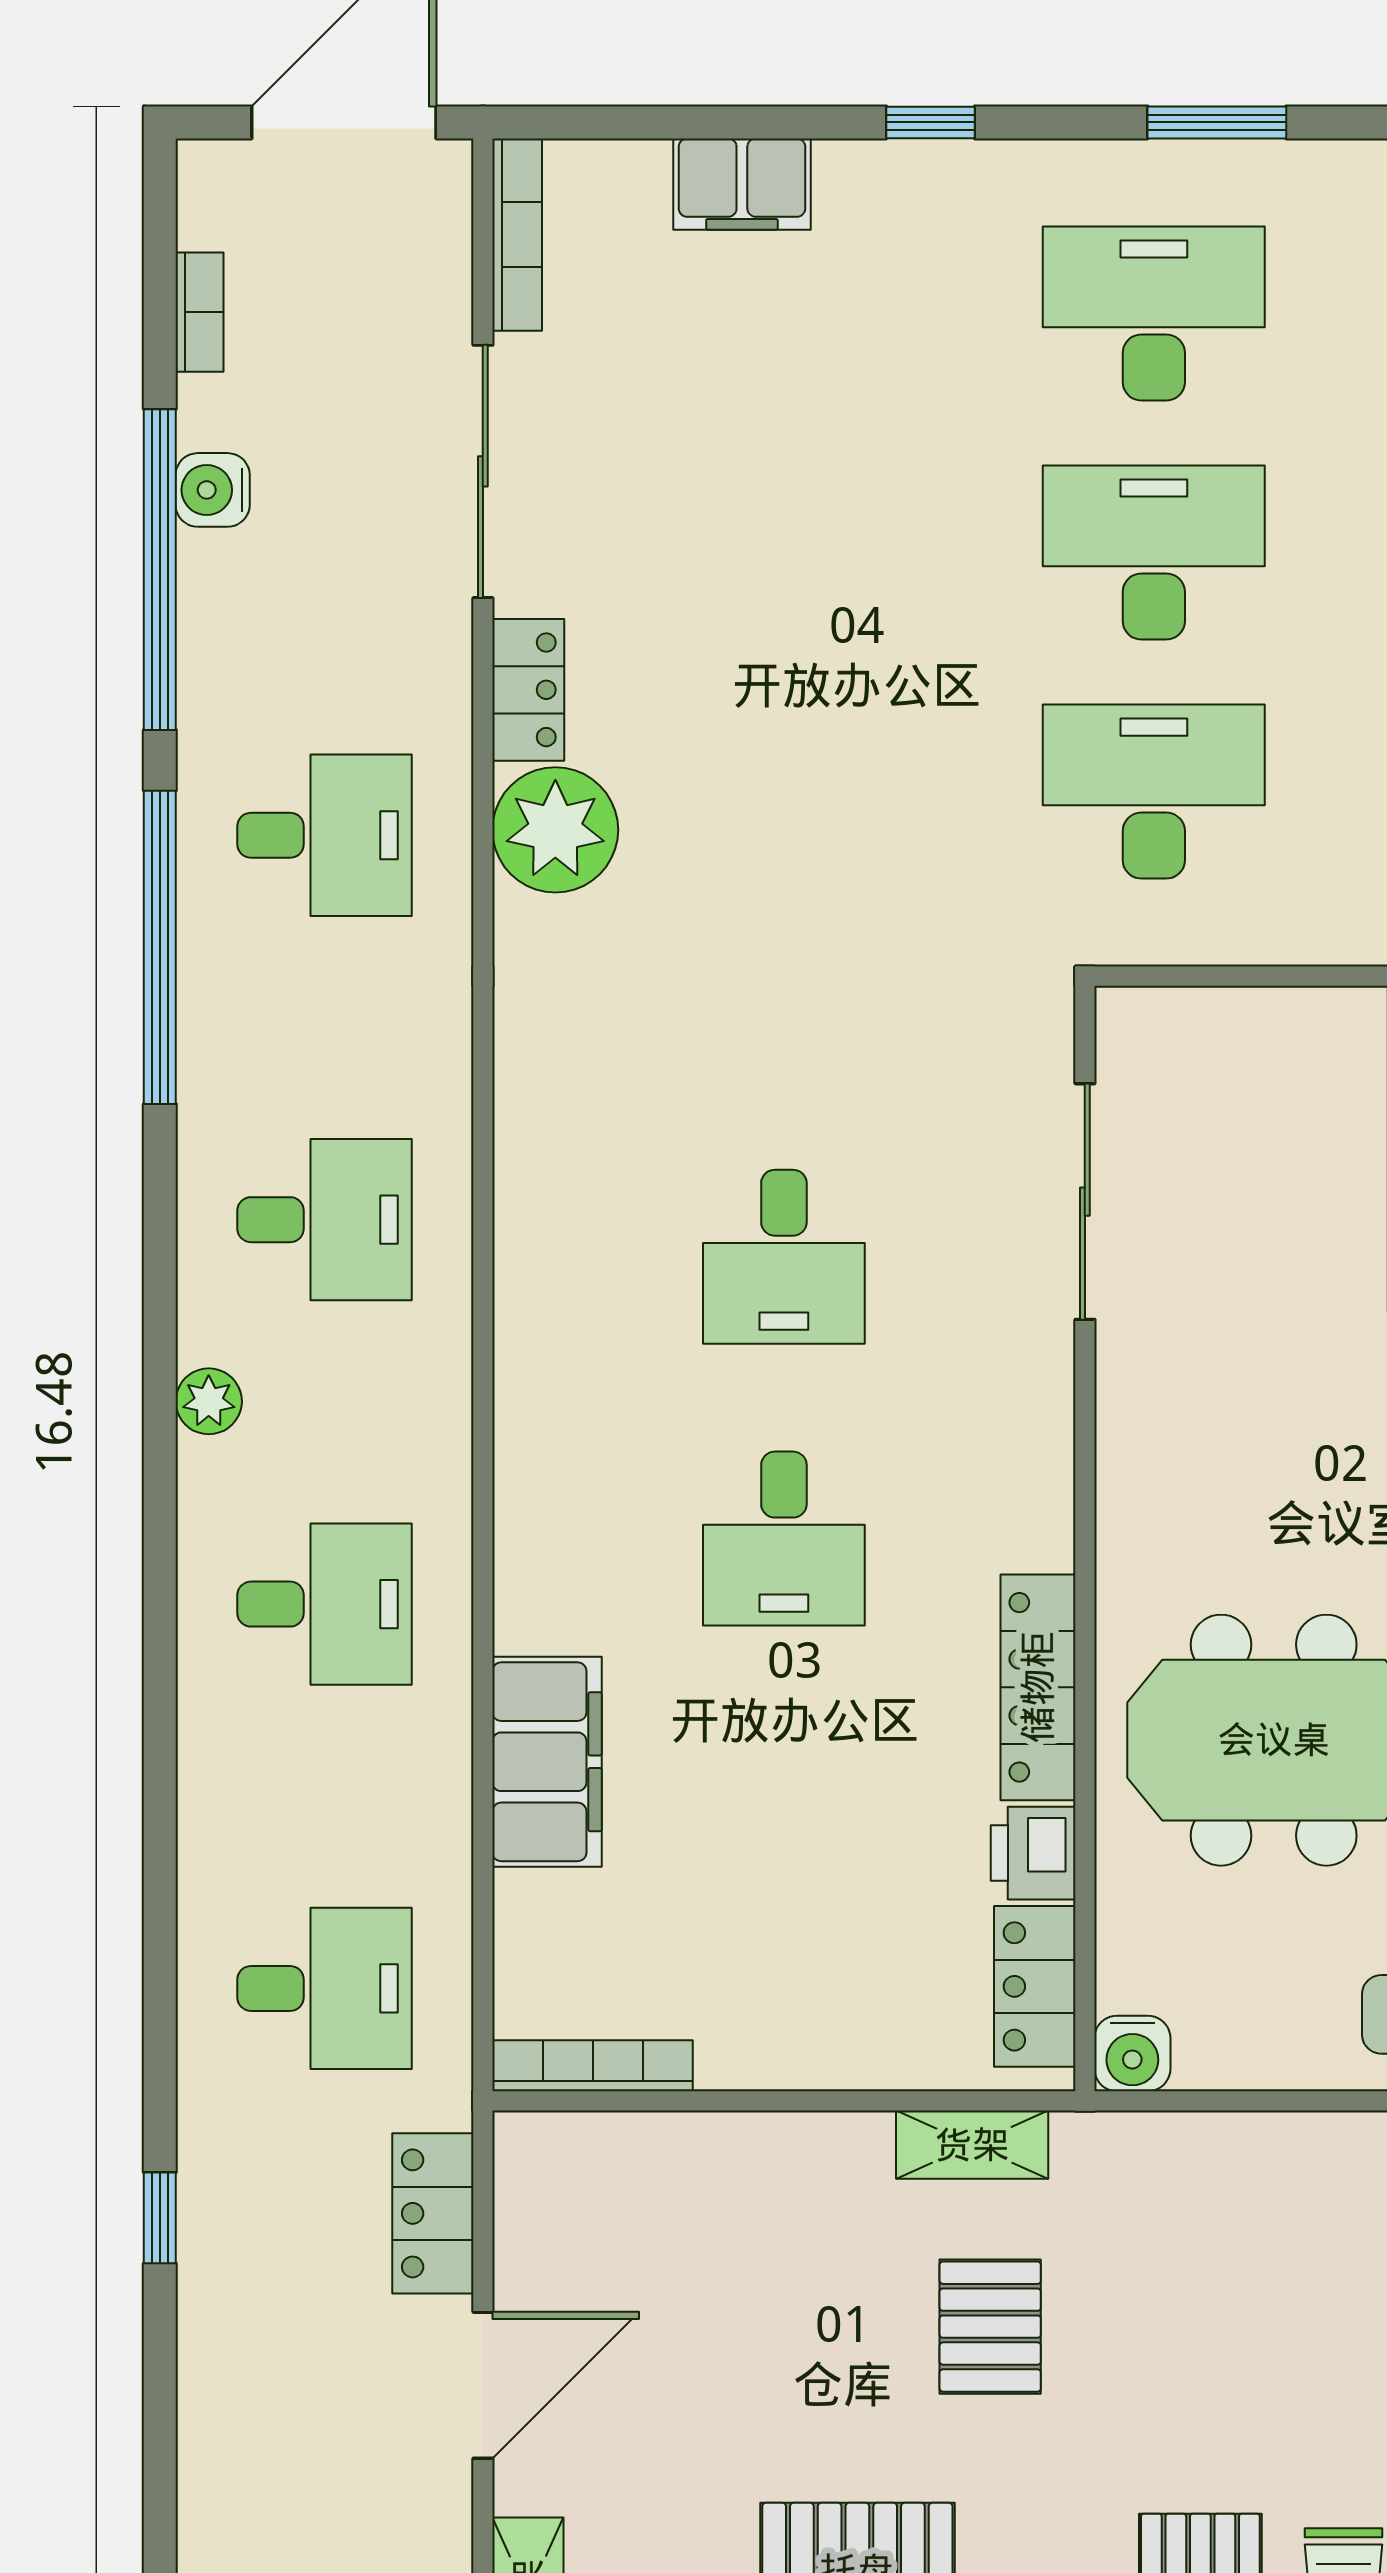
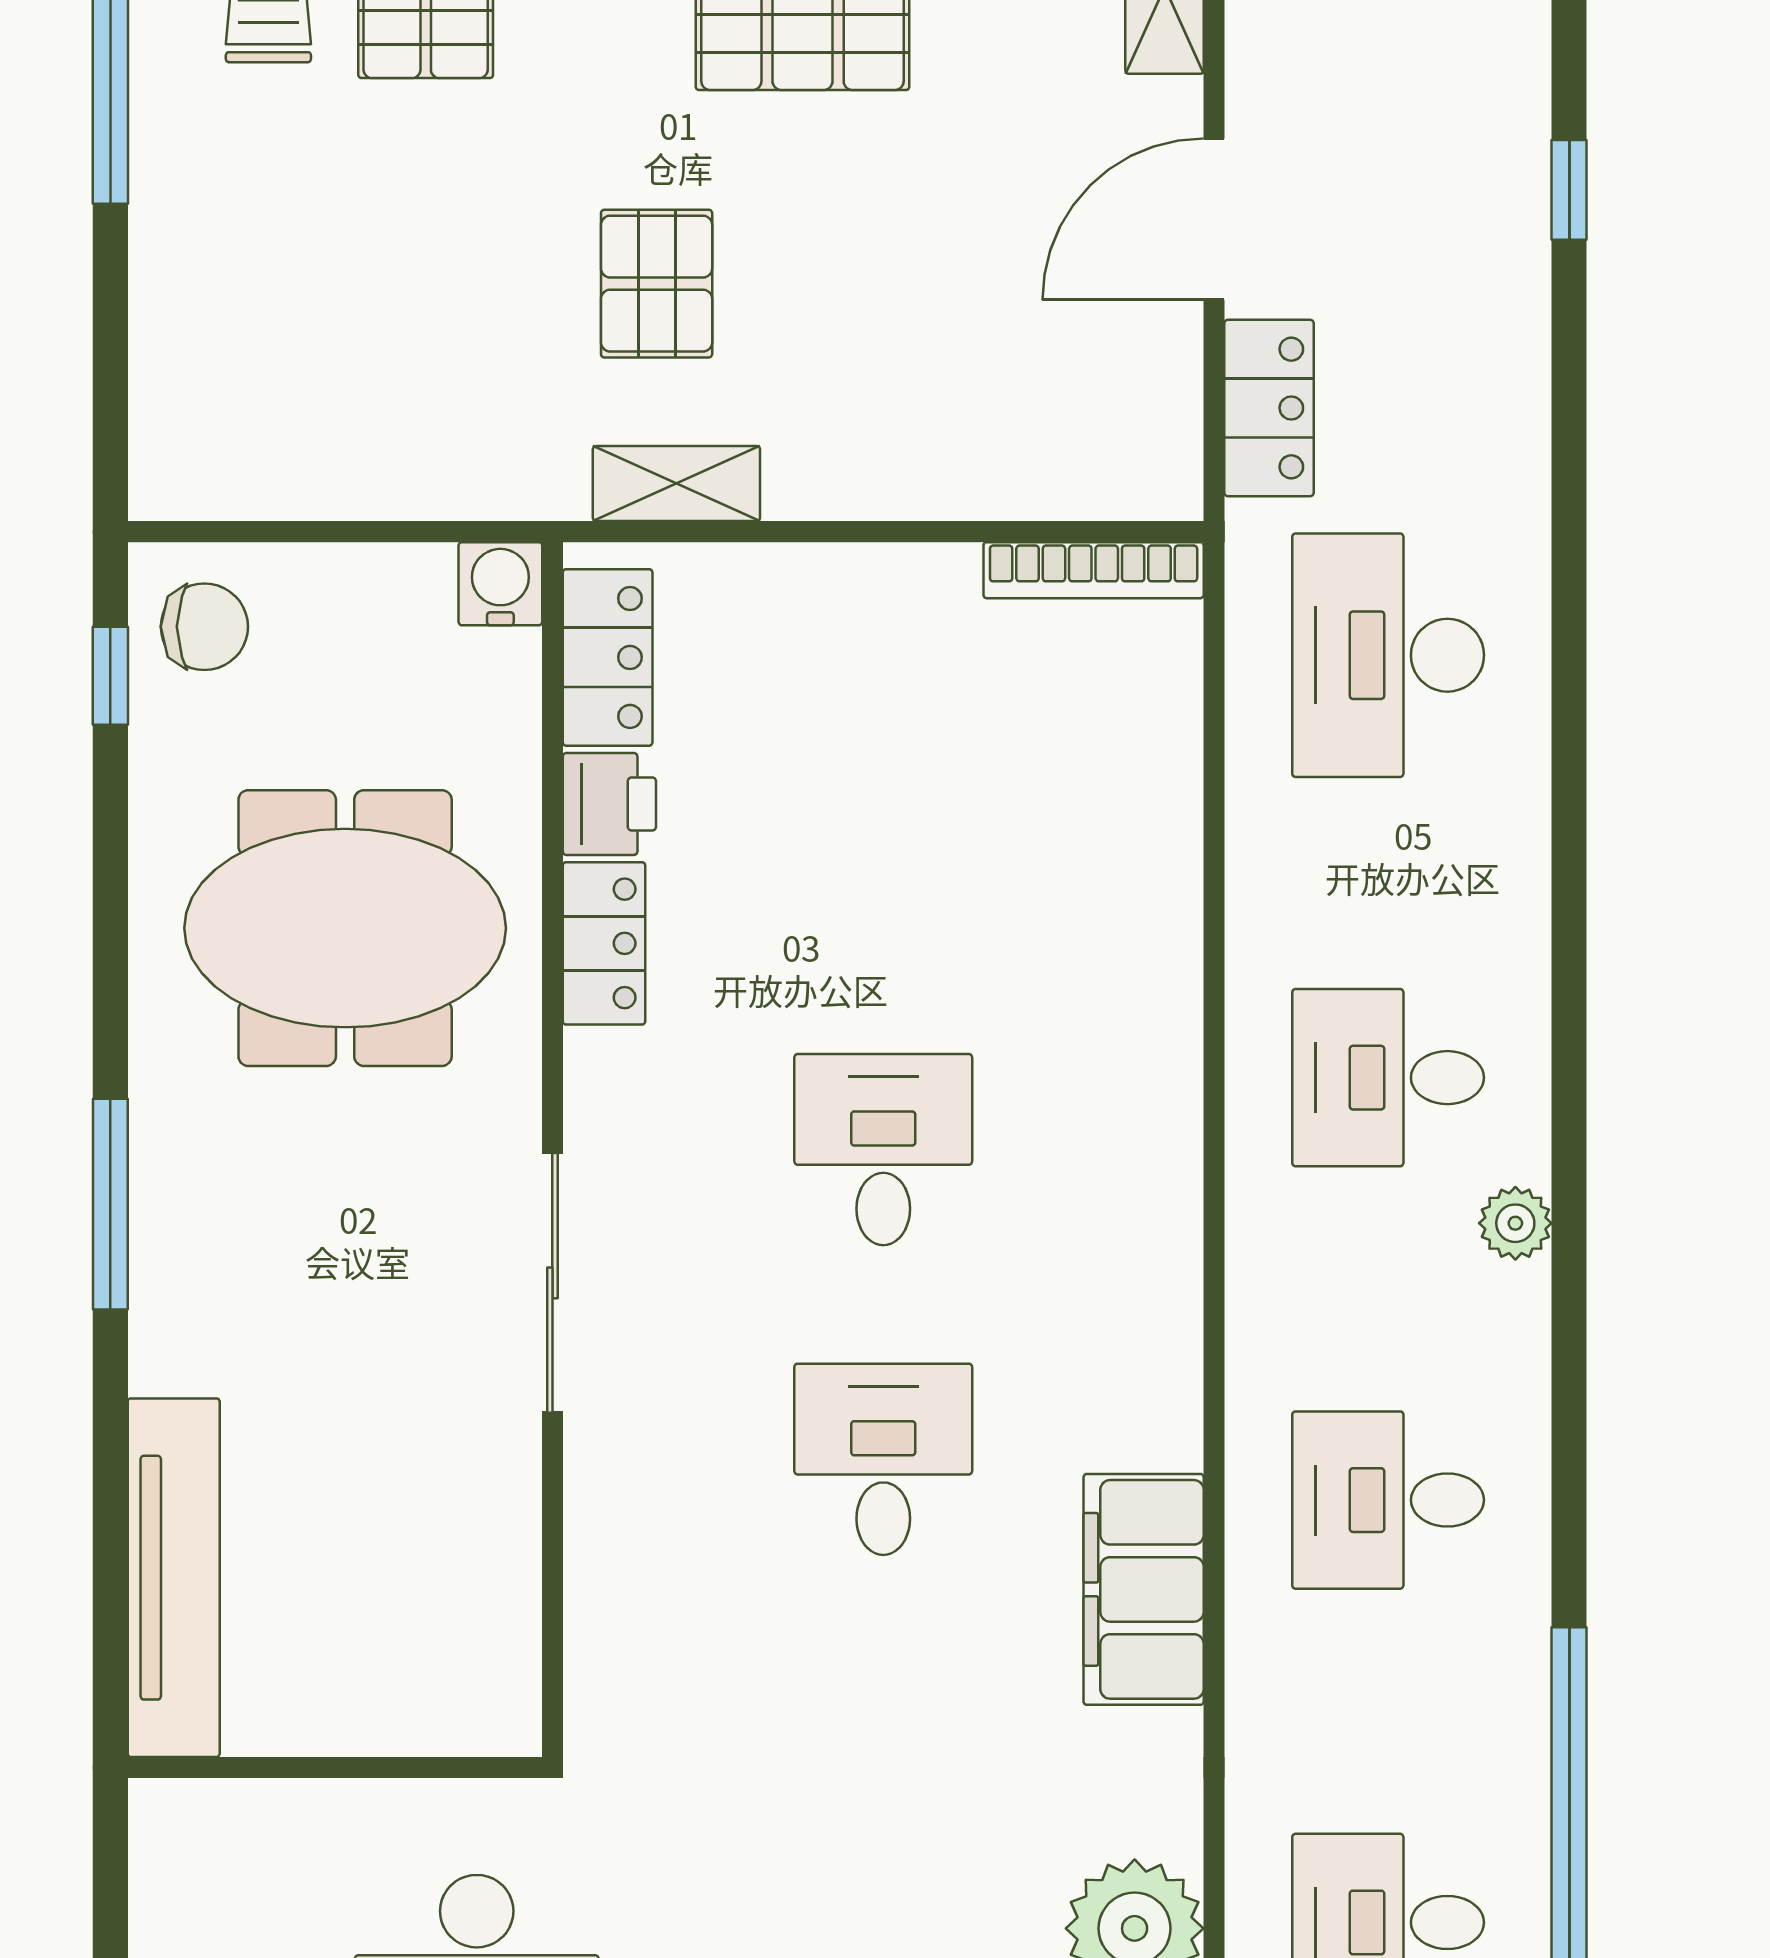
sliding door: (1085, 1202) -> (552, 1283), moved
plant: (209, 1401) -> (1515, 1223), moved
locker: (1038, 1687) -> (604, 943), width x0.66
filing cabinet: (547, 1762) -> (1144, 1589), moved
desk: (325, 1988) -> (1388, 655), width x1.37
window: (160, 2218) -> (1569, 190), moved

